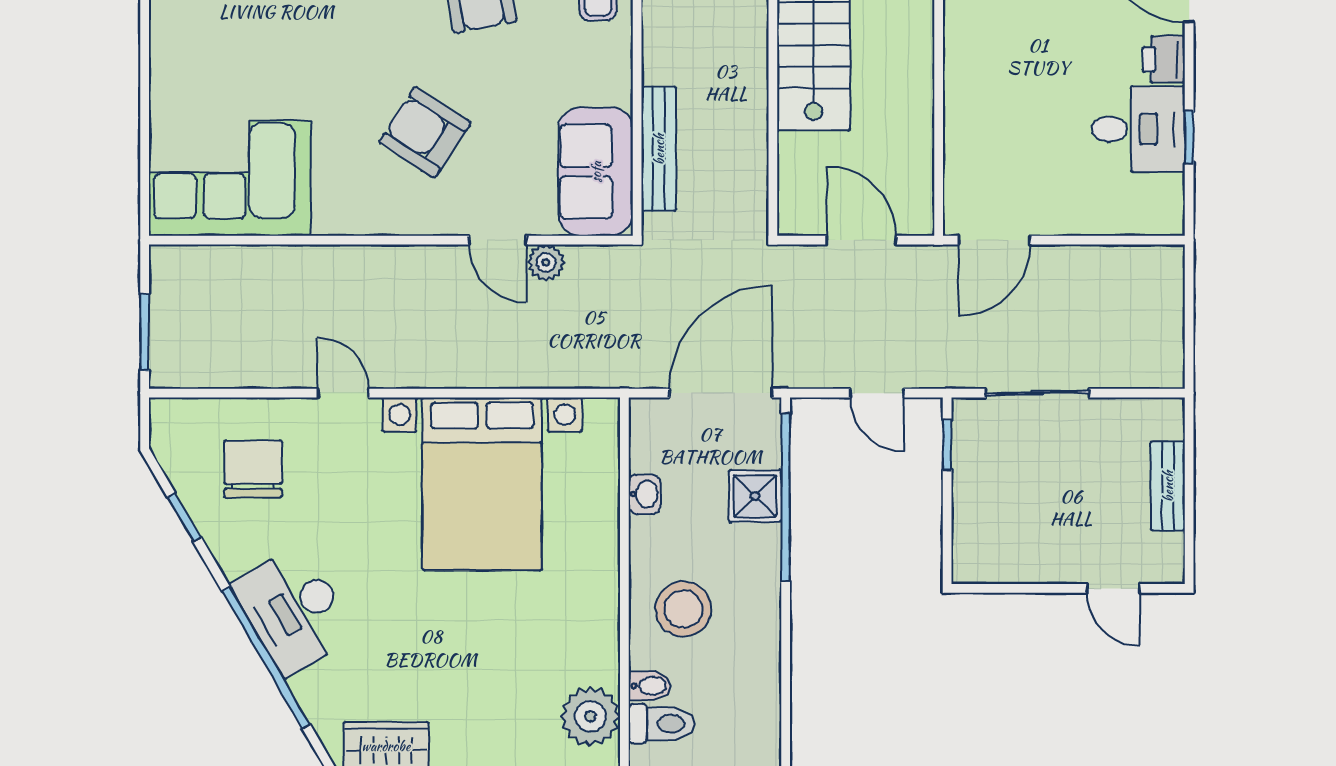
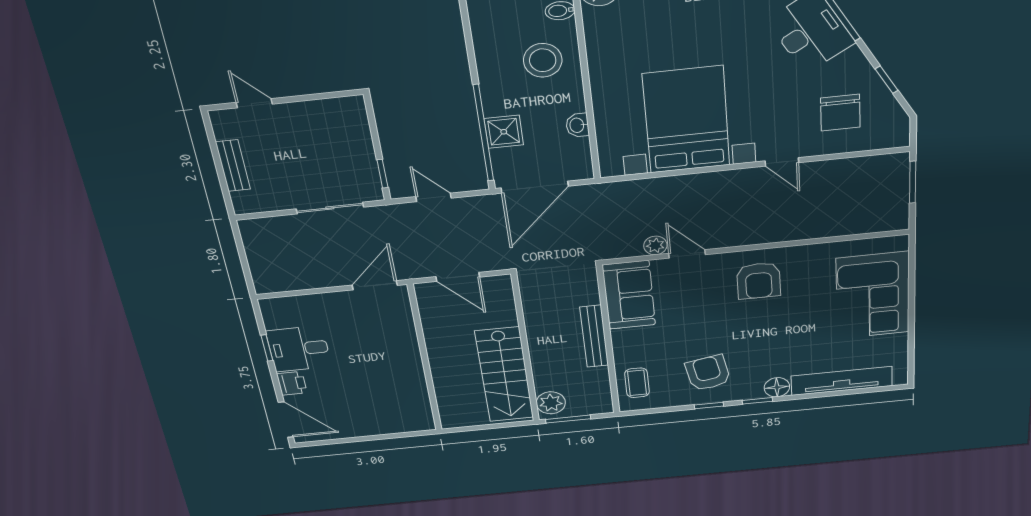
armchair: (425, 132) -> (759, 281), moved, turned 57
bench: (659, 149) -> (594, 336), moved
corner sofa: (230, 178) -> (873, 295), moved, turned 90

